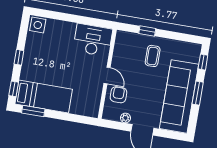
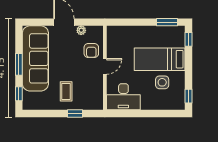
side table: (38, 25) -> (162, 82), moved
window: (19, 57) -> (188, 96), moved
door: (107, 75) -> (105, 66), swing flipped
bed: (44, 97) -> (160, 59), moved

